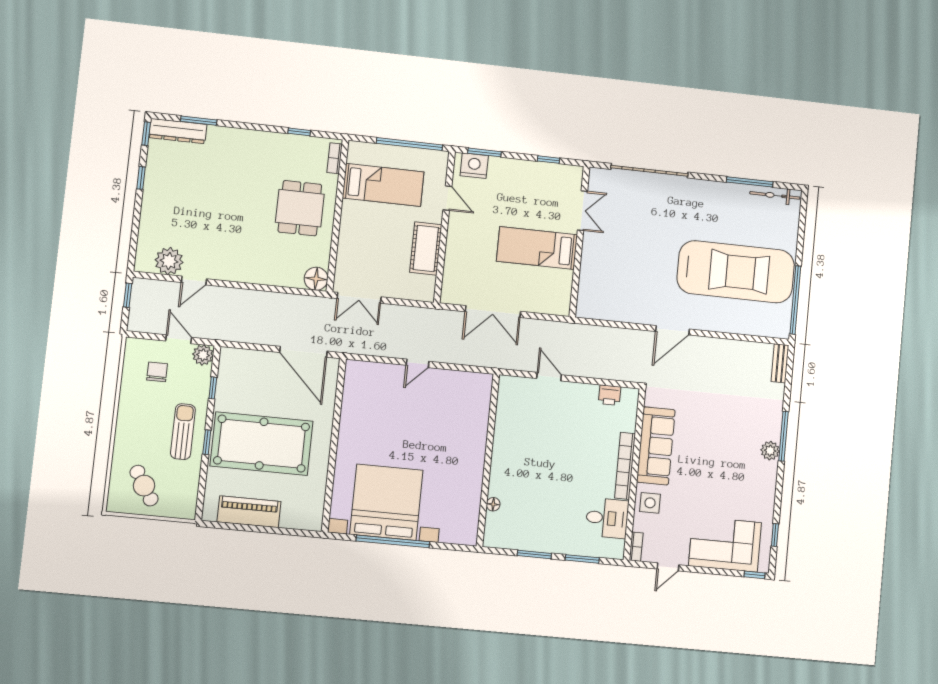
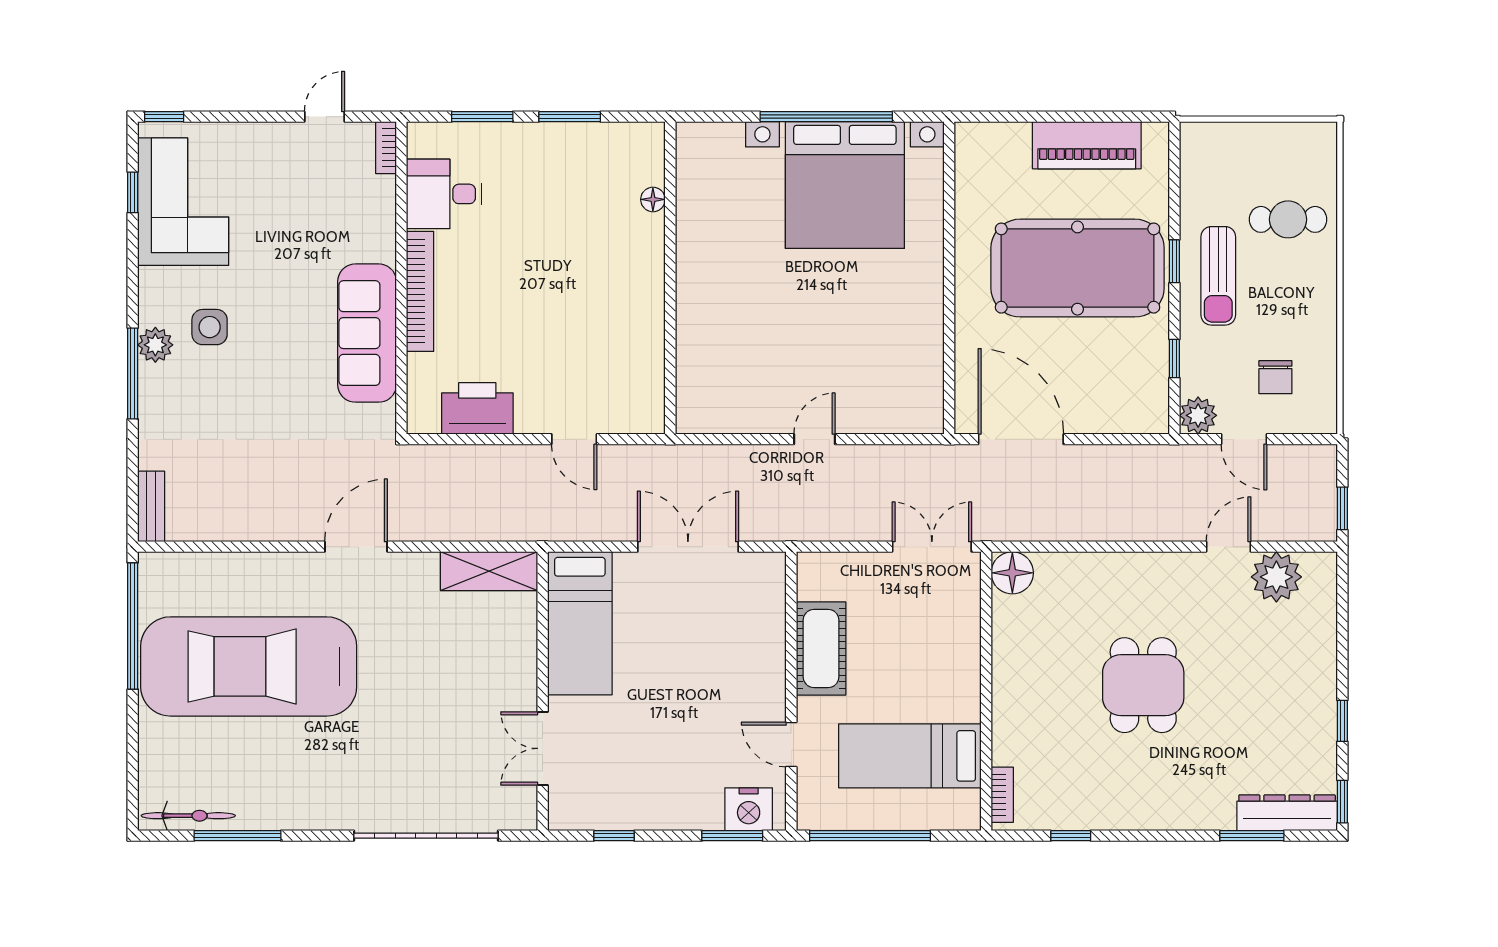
dining table: (300, 208) -> (1143, 685), moved
bed: (537, 248) -> (580, 623), moved, turned 90
shelving: (602, 310) -> (489, 571), added
printer: (610, 395) -> (477, 408), width x1.87, depth x1.48
cafe table: (144, 486) -> (1288, 219), moved, turned -58
side table: (650, 503) -> (210, 327), moved
corner sofa: (725, 544) -> (183, 202), moved, turned -90

